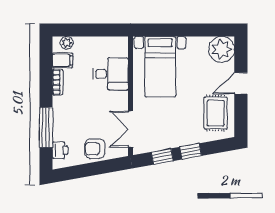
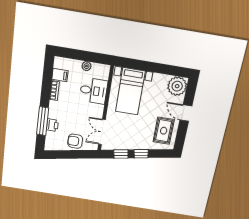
plant: (67, 43) -> (86, 66), moved
door: (241, 83) -> (186, 113), hinge flipped
printer: (60, 150) -> (52, 125), moved

